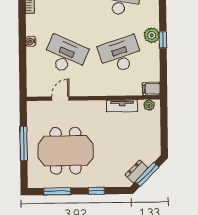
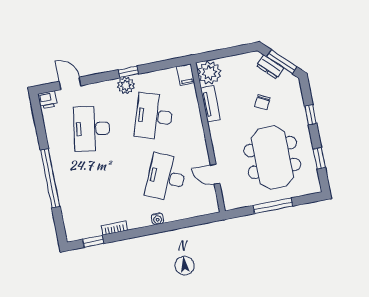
desk: (120, 55) -> (154, 116), turned 36
plant: (149, 105) -> (209, 73), width x1.87, depth x1.87
chair: (115, 151) -> (262, 102), added
dresser: (137, 171) -> (270, 67), moved
window: (57, 191) -> (319, 158), width x0.67

